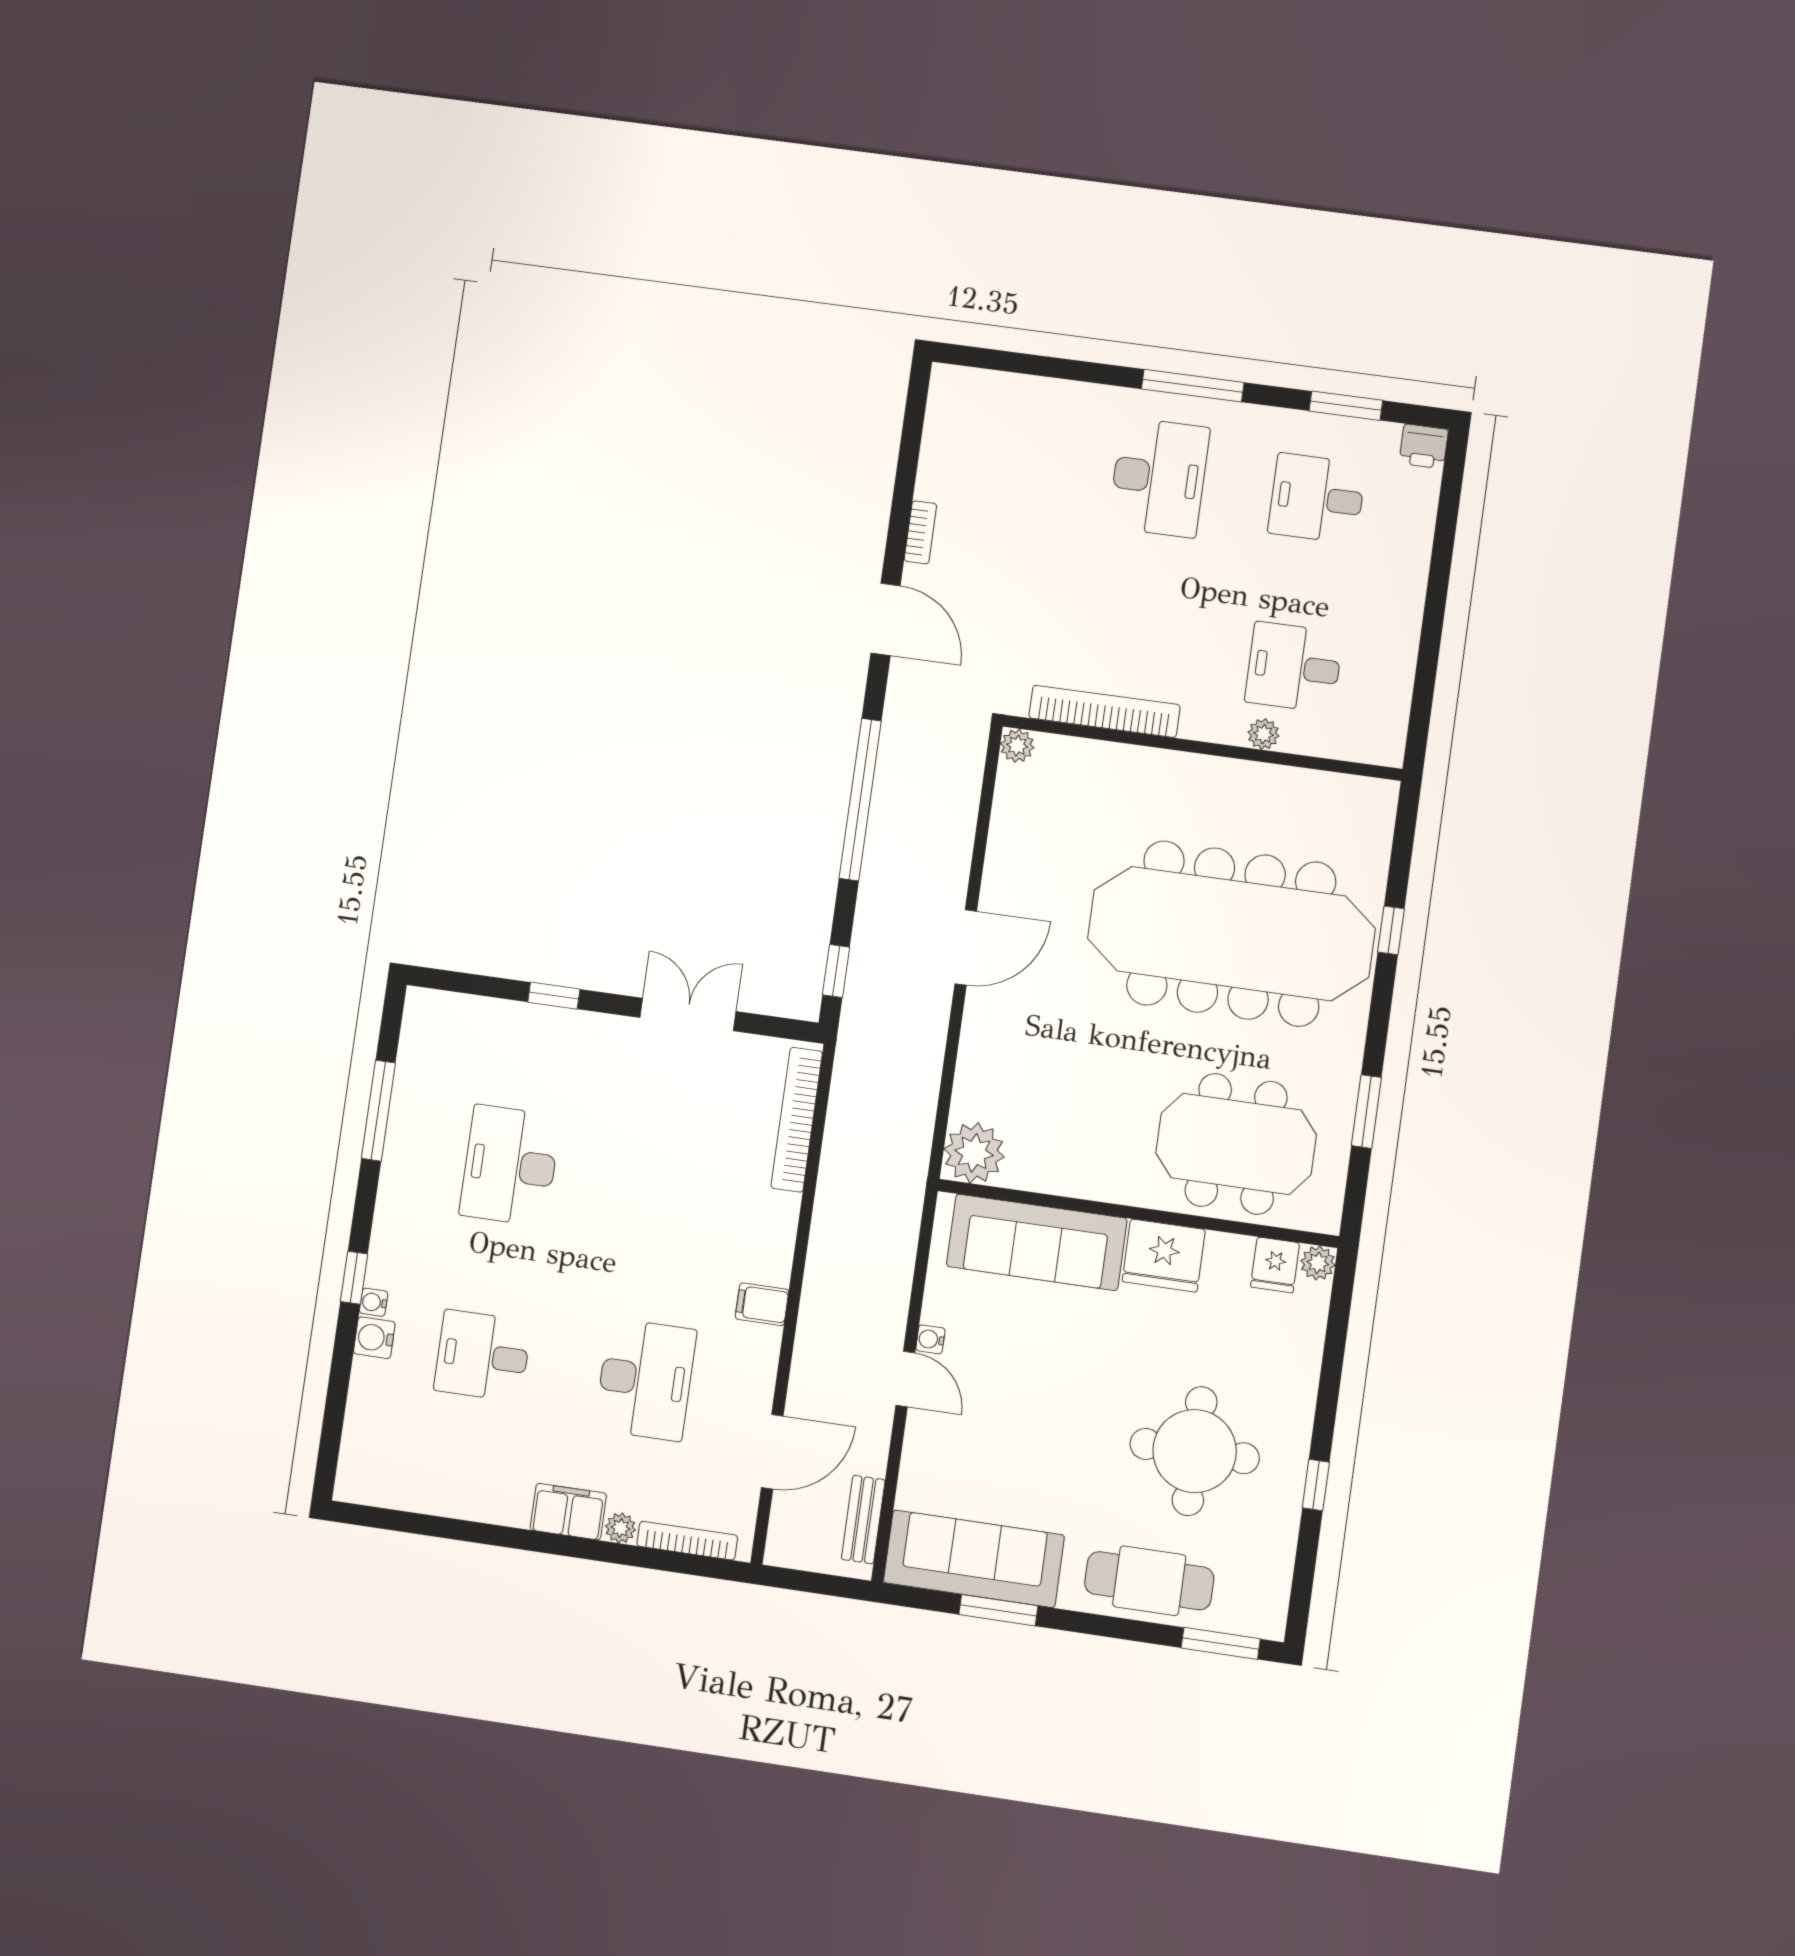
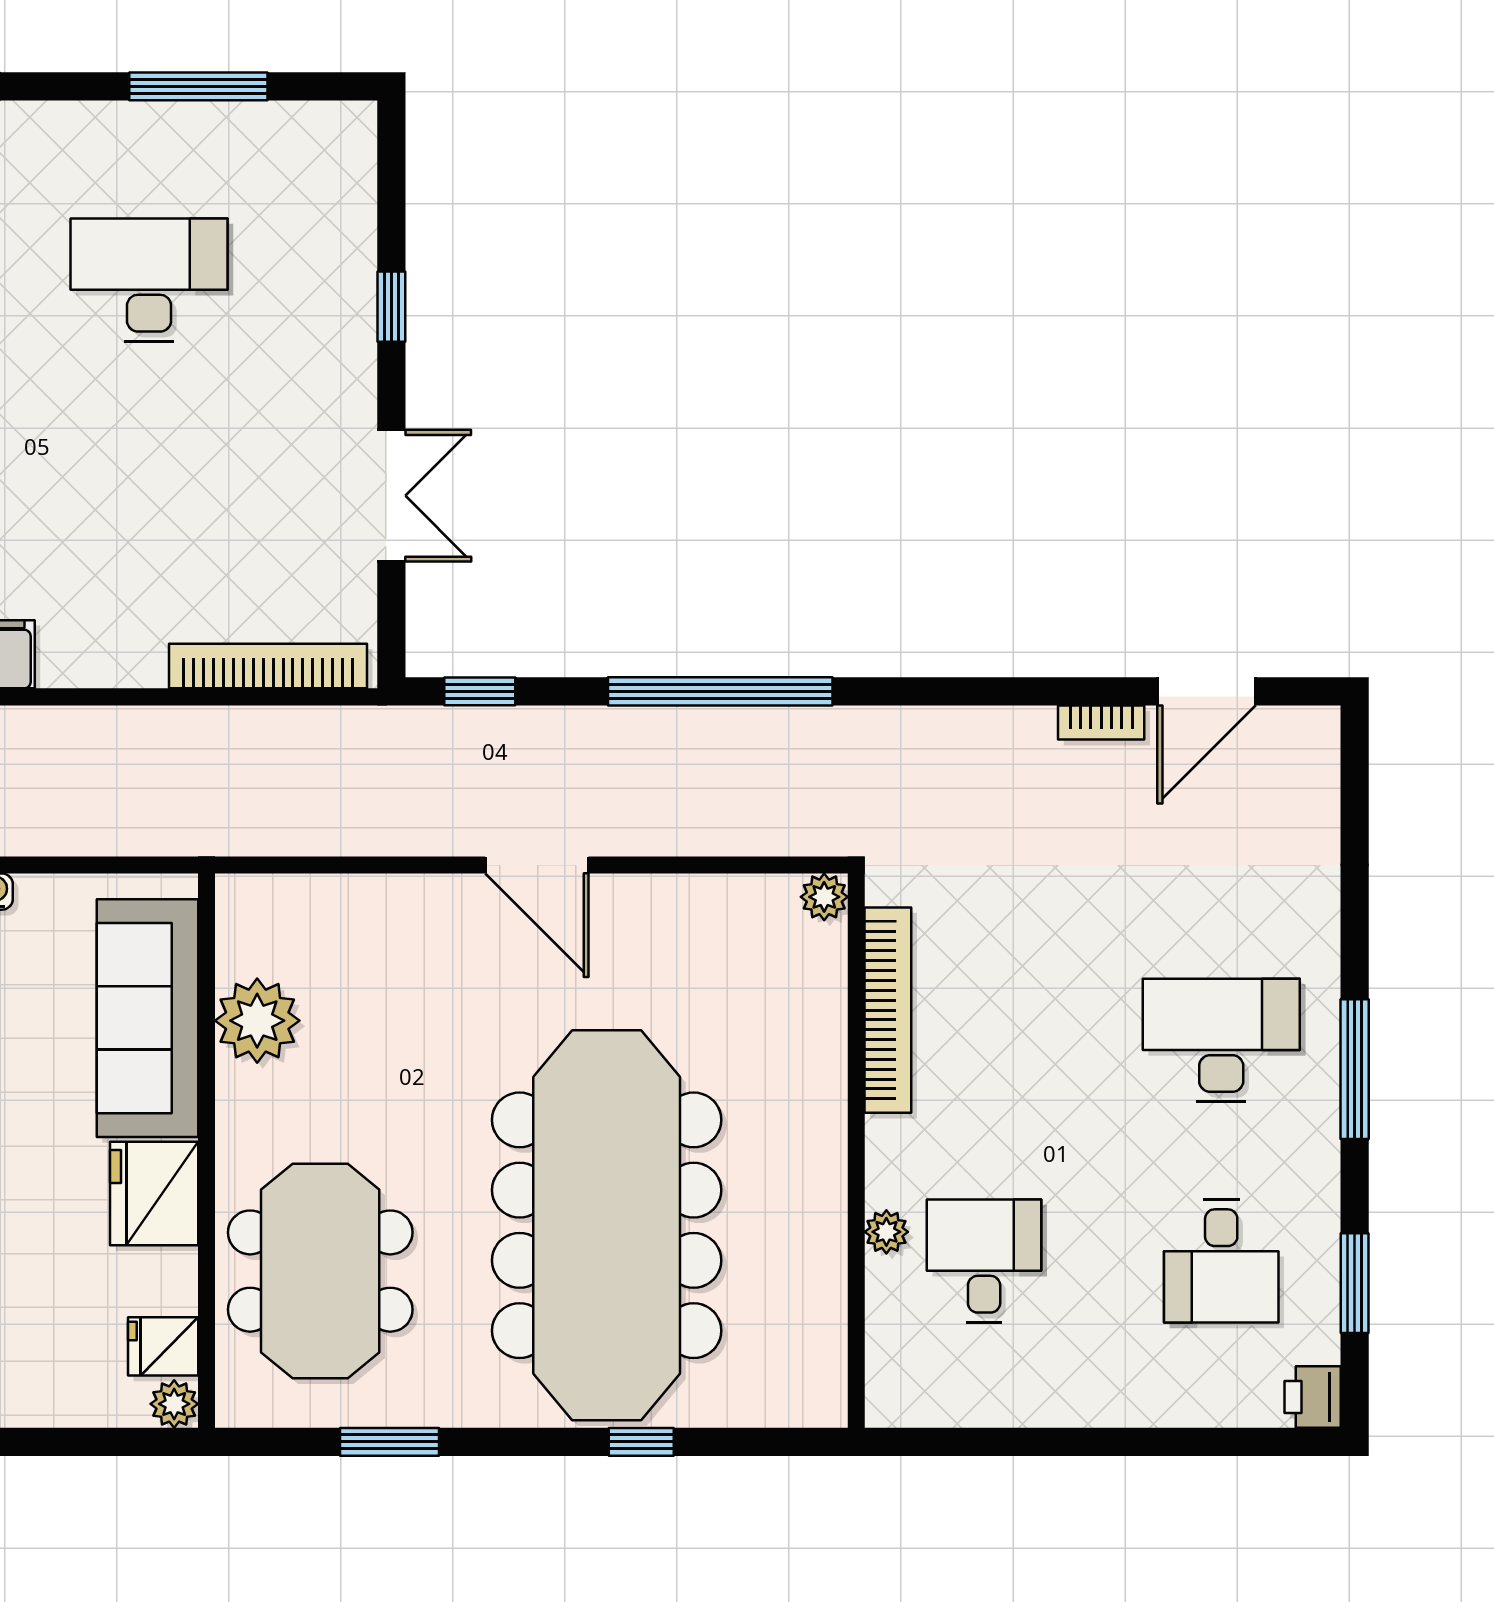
desk: (1159, 477) -> (1221, 1040), turned 180
desk: (1317, 498) -> (1221, 1261), turned 180
door: (886, 619) -> (1206, 691), moved
plant: (974, 1153) -> (257, 1021), moved

